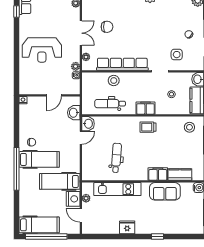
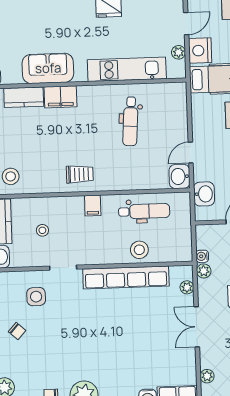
chair: (107, 27) -> (154, 339), removed
filing cabinet: (146, 108) -> (93, 205), width x0.50
door: (81, 215) -> (186, 24), hinge flipped

